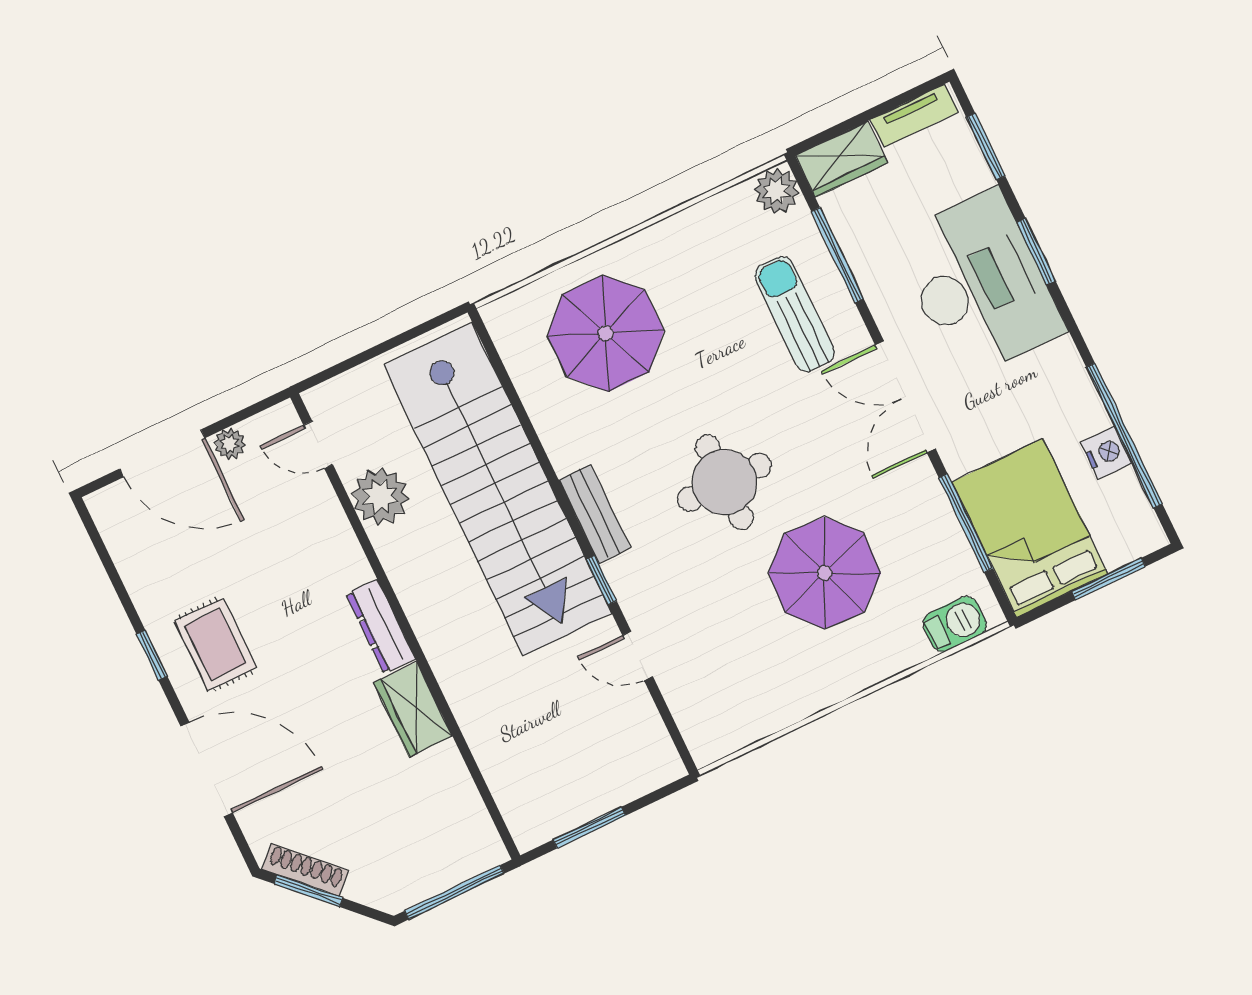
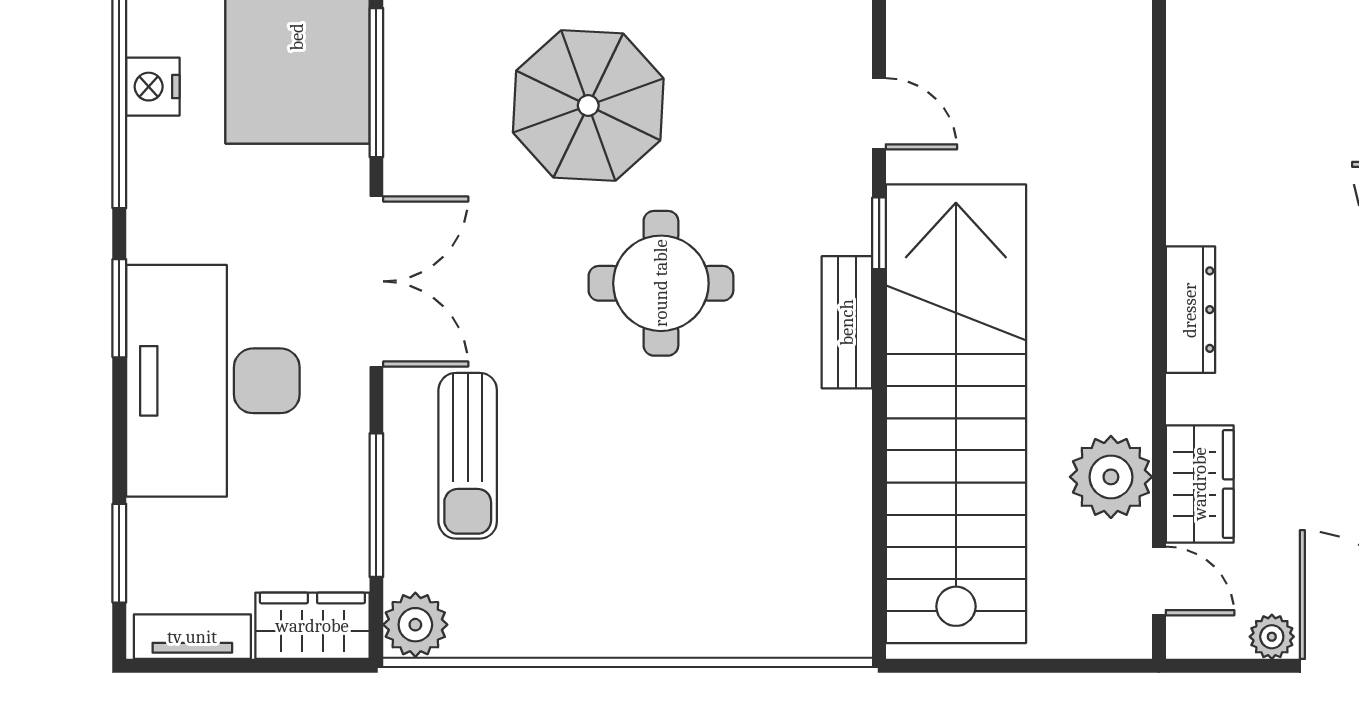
window: (1036, 252) -> (119, 308), moved
parasol: (606, 333) -> (722, 547), removed
wardrobe: (413, 709) -> (1200, 484), moved

